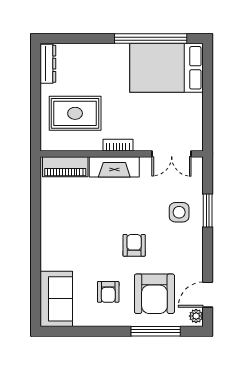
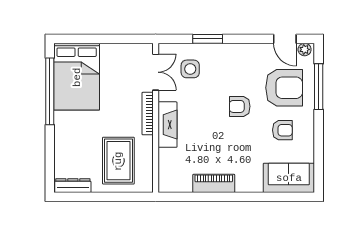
bookcase: (118, 145) -> (148, 114), width x1.56
piano: (65, 167) -> (214, 183), moved, turned -90
side table: (179, 212) -> (190, 69), moved

